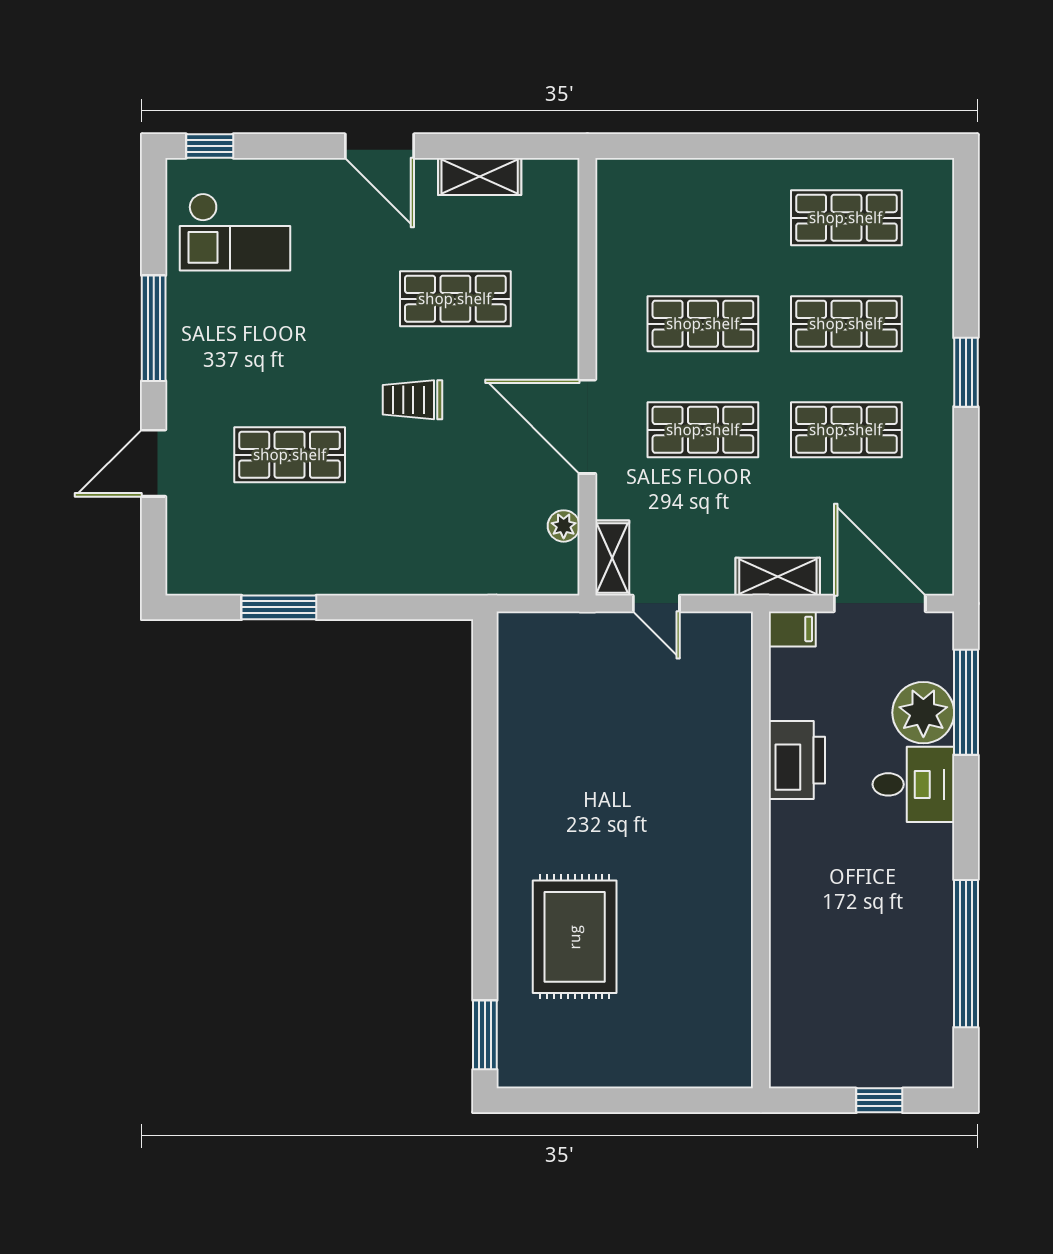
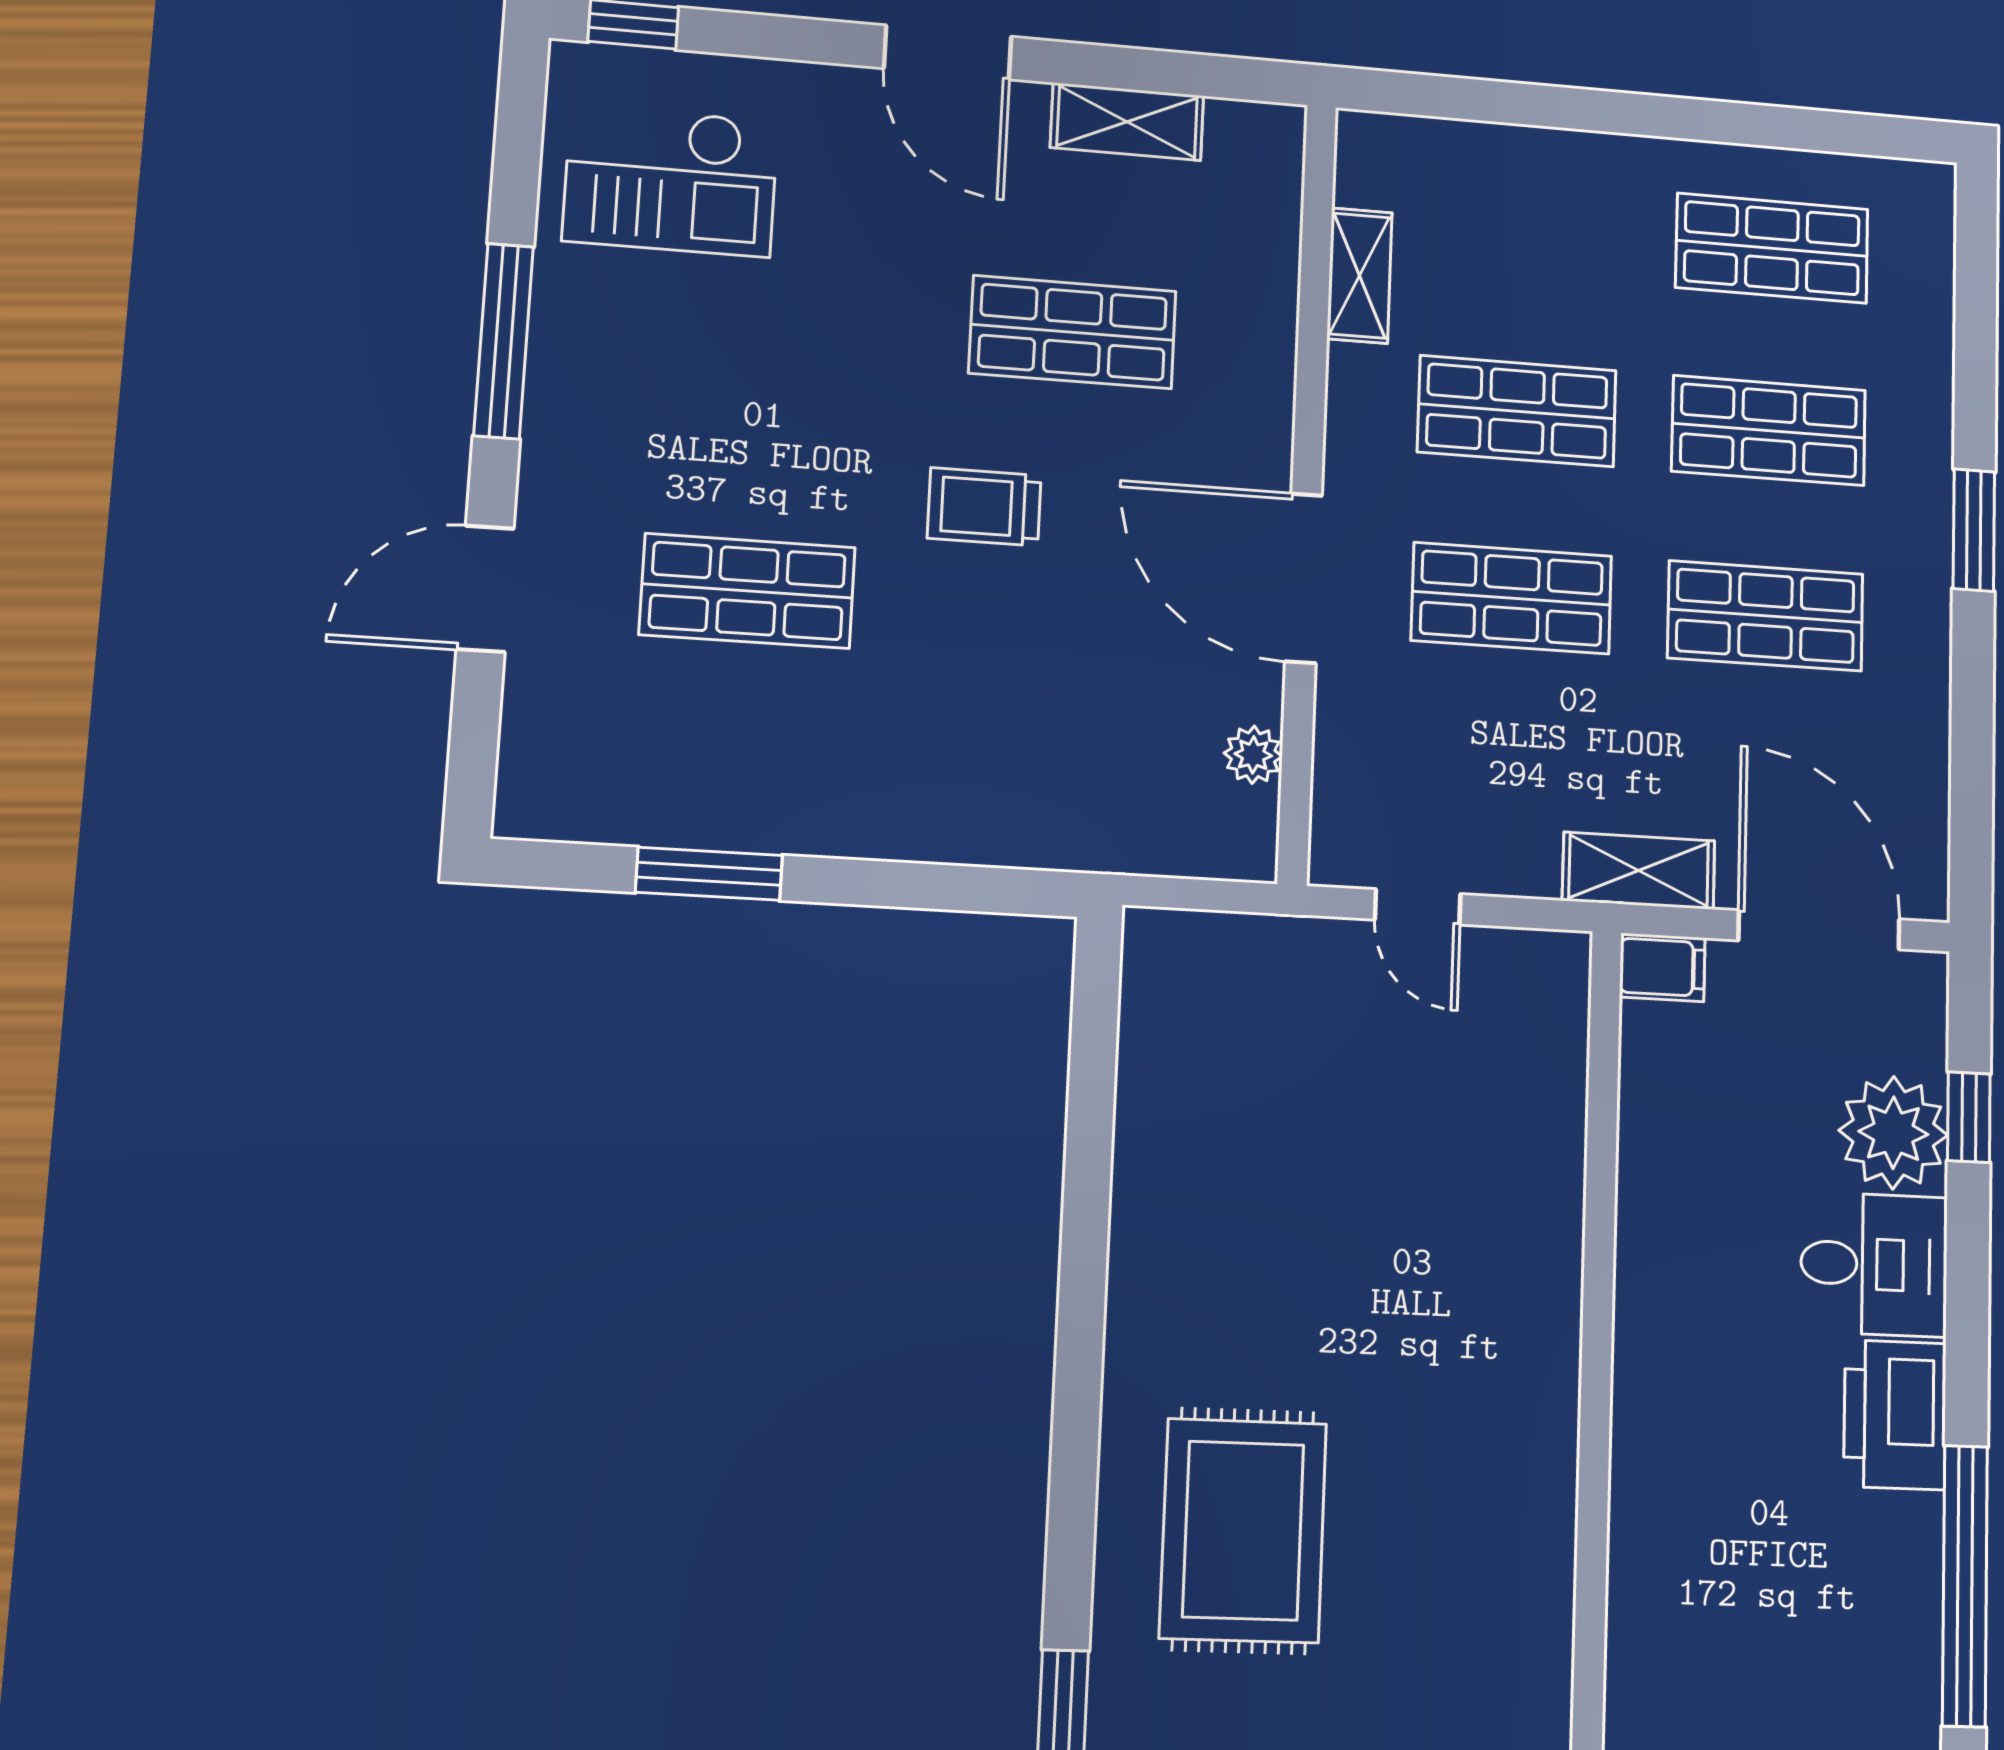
shelving: (612, 558) -> (1360, 276), moved
window: (966, 702) -> (1969, 1117), width x0.46
printer: (797, 760) -> (1895, 1415), moved, turned 180

